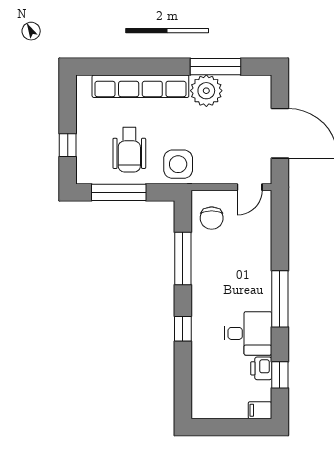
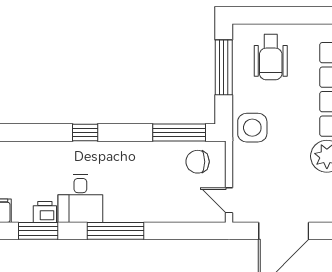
window: (68, 145) -> (272, 15), removed
wheelchair: (129, 150) -> (271, 57), moved, turned -90
window: (183, 259) -> (179, 133), moved
window: (280, 375) -> (38, 231), width x1.50

